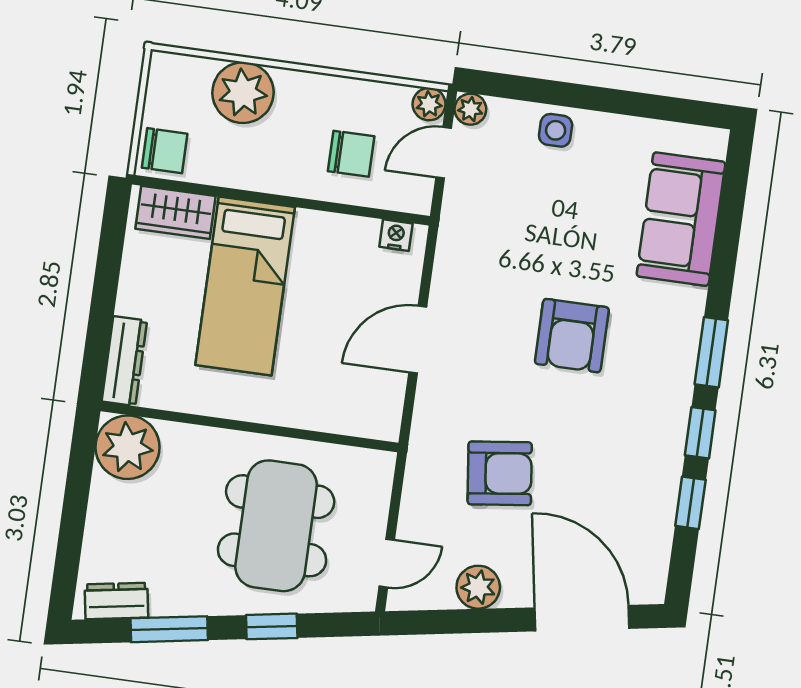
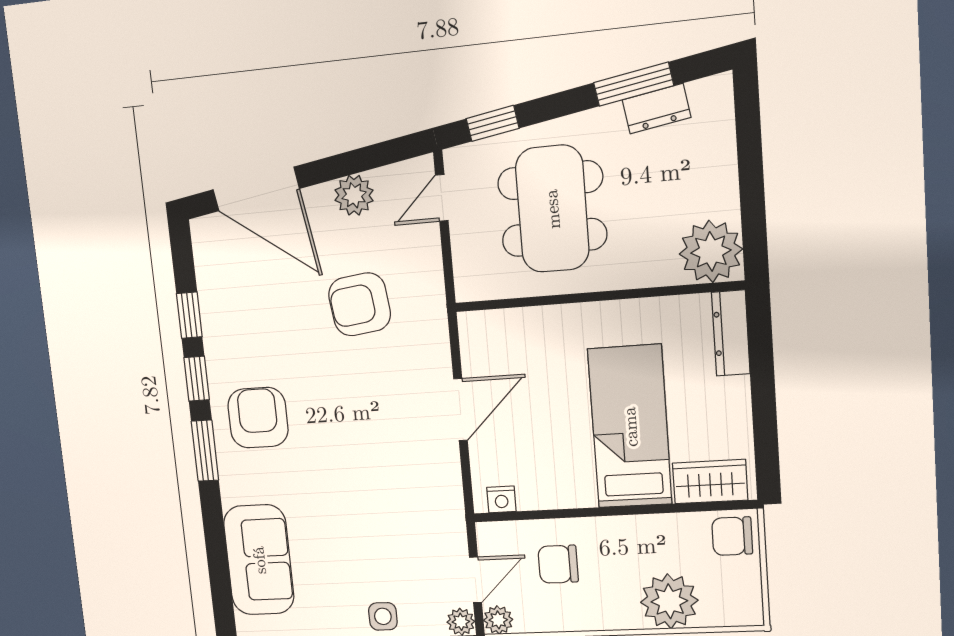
armchair: (572, 336) -> (258, 418), moved
dresser: (116, 601) -> (656, 109), moved
window: (272, 626) -> (493, 123), moved

